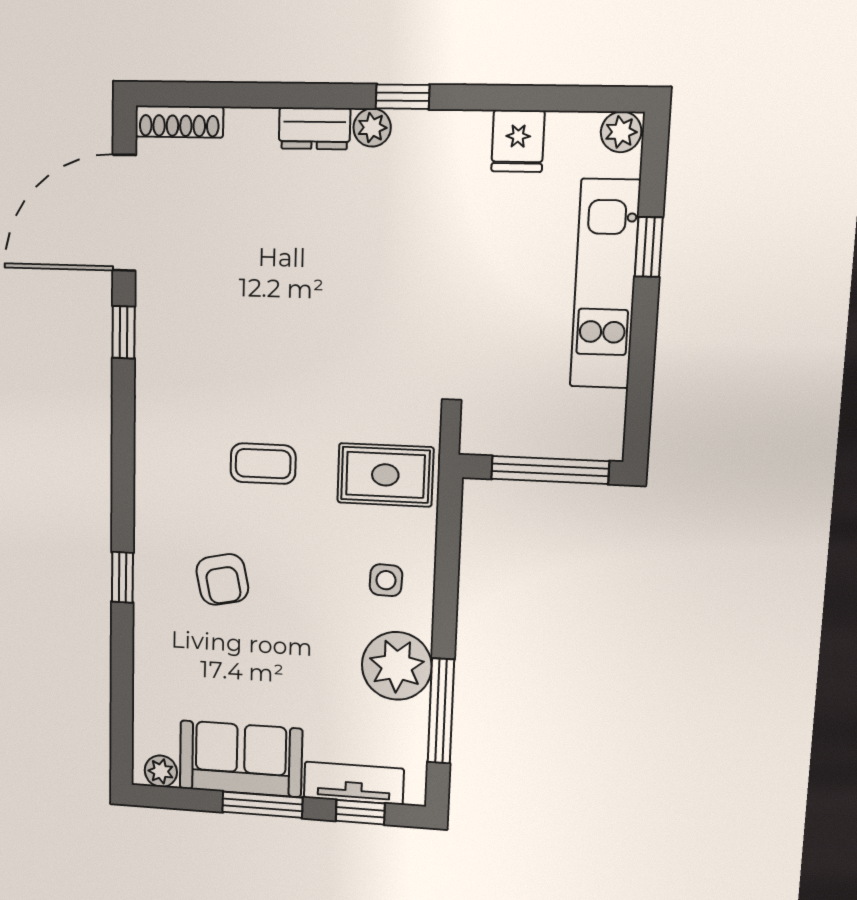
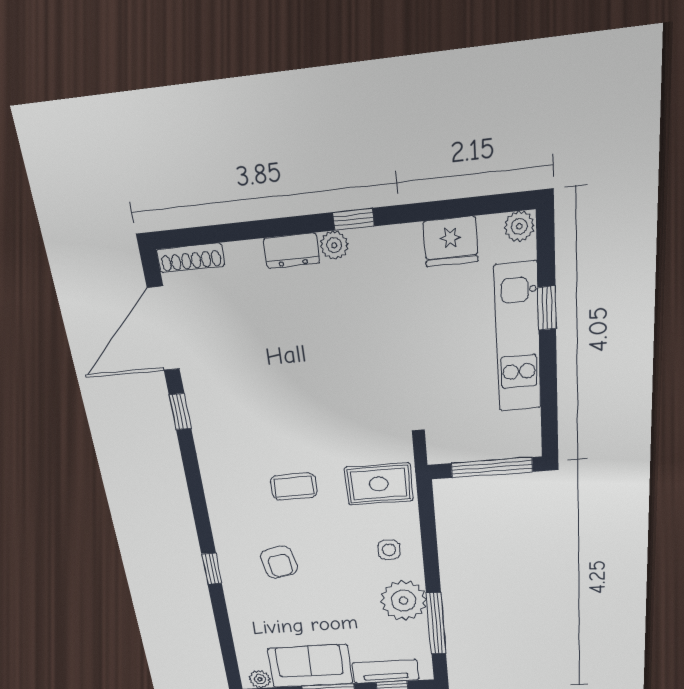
fridge: (518, 141) -> (451, 242), width x1.38

